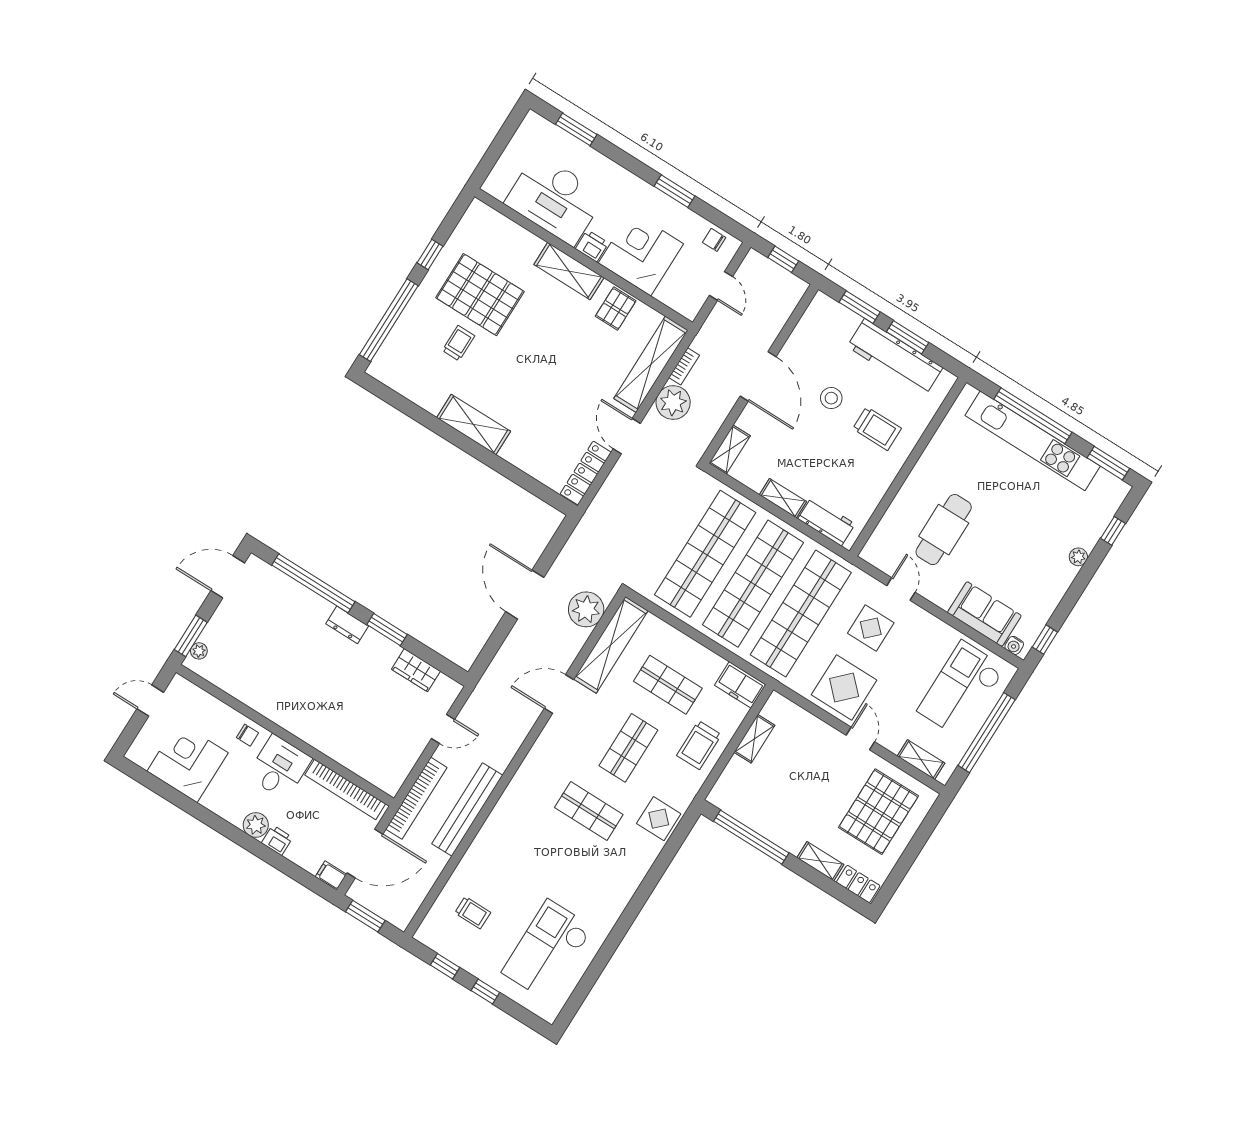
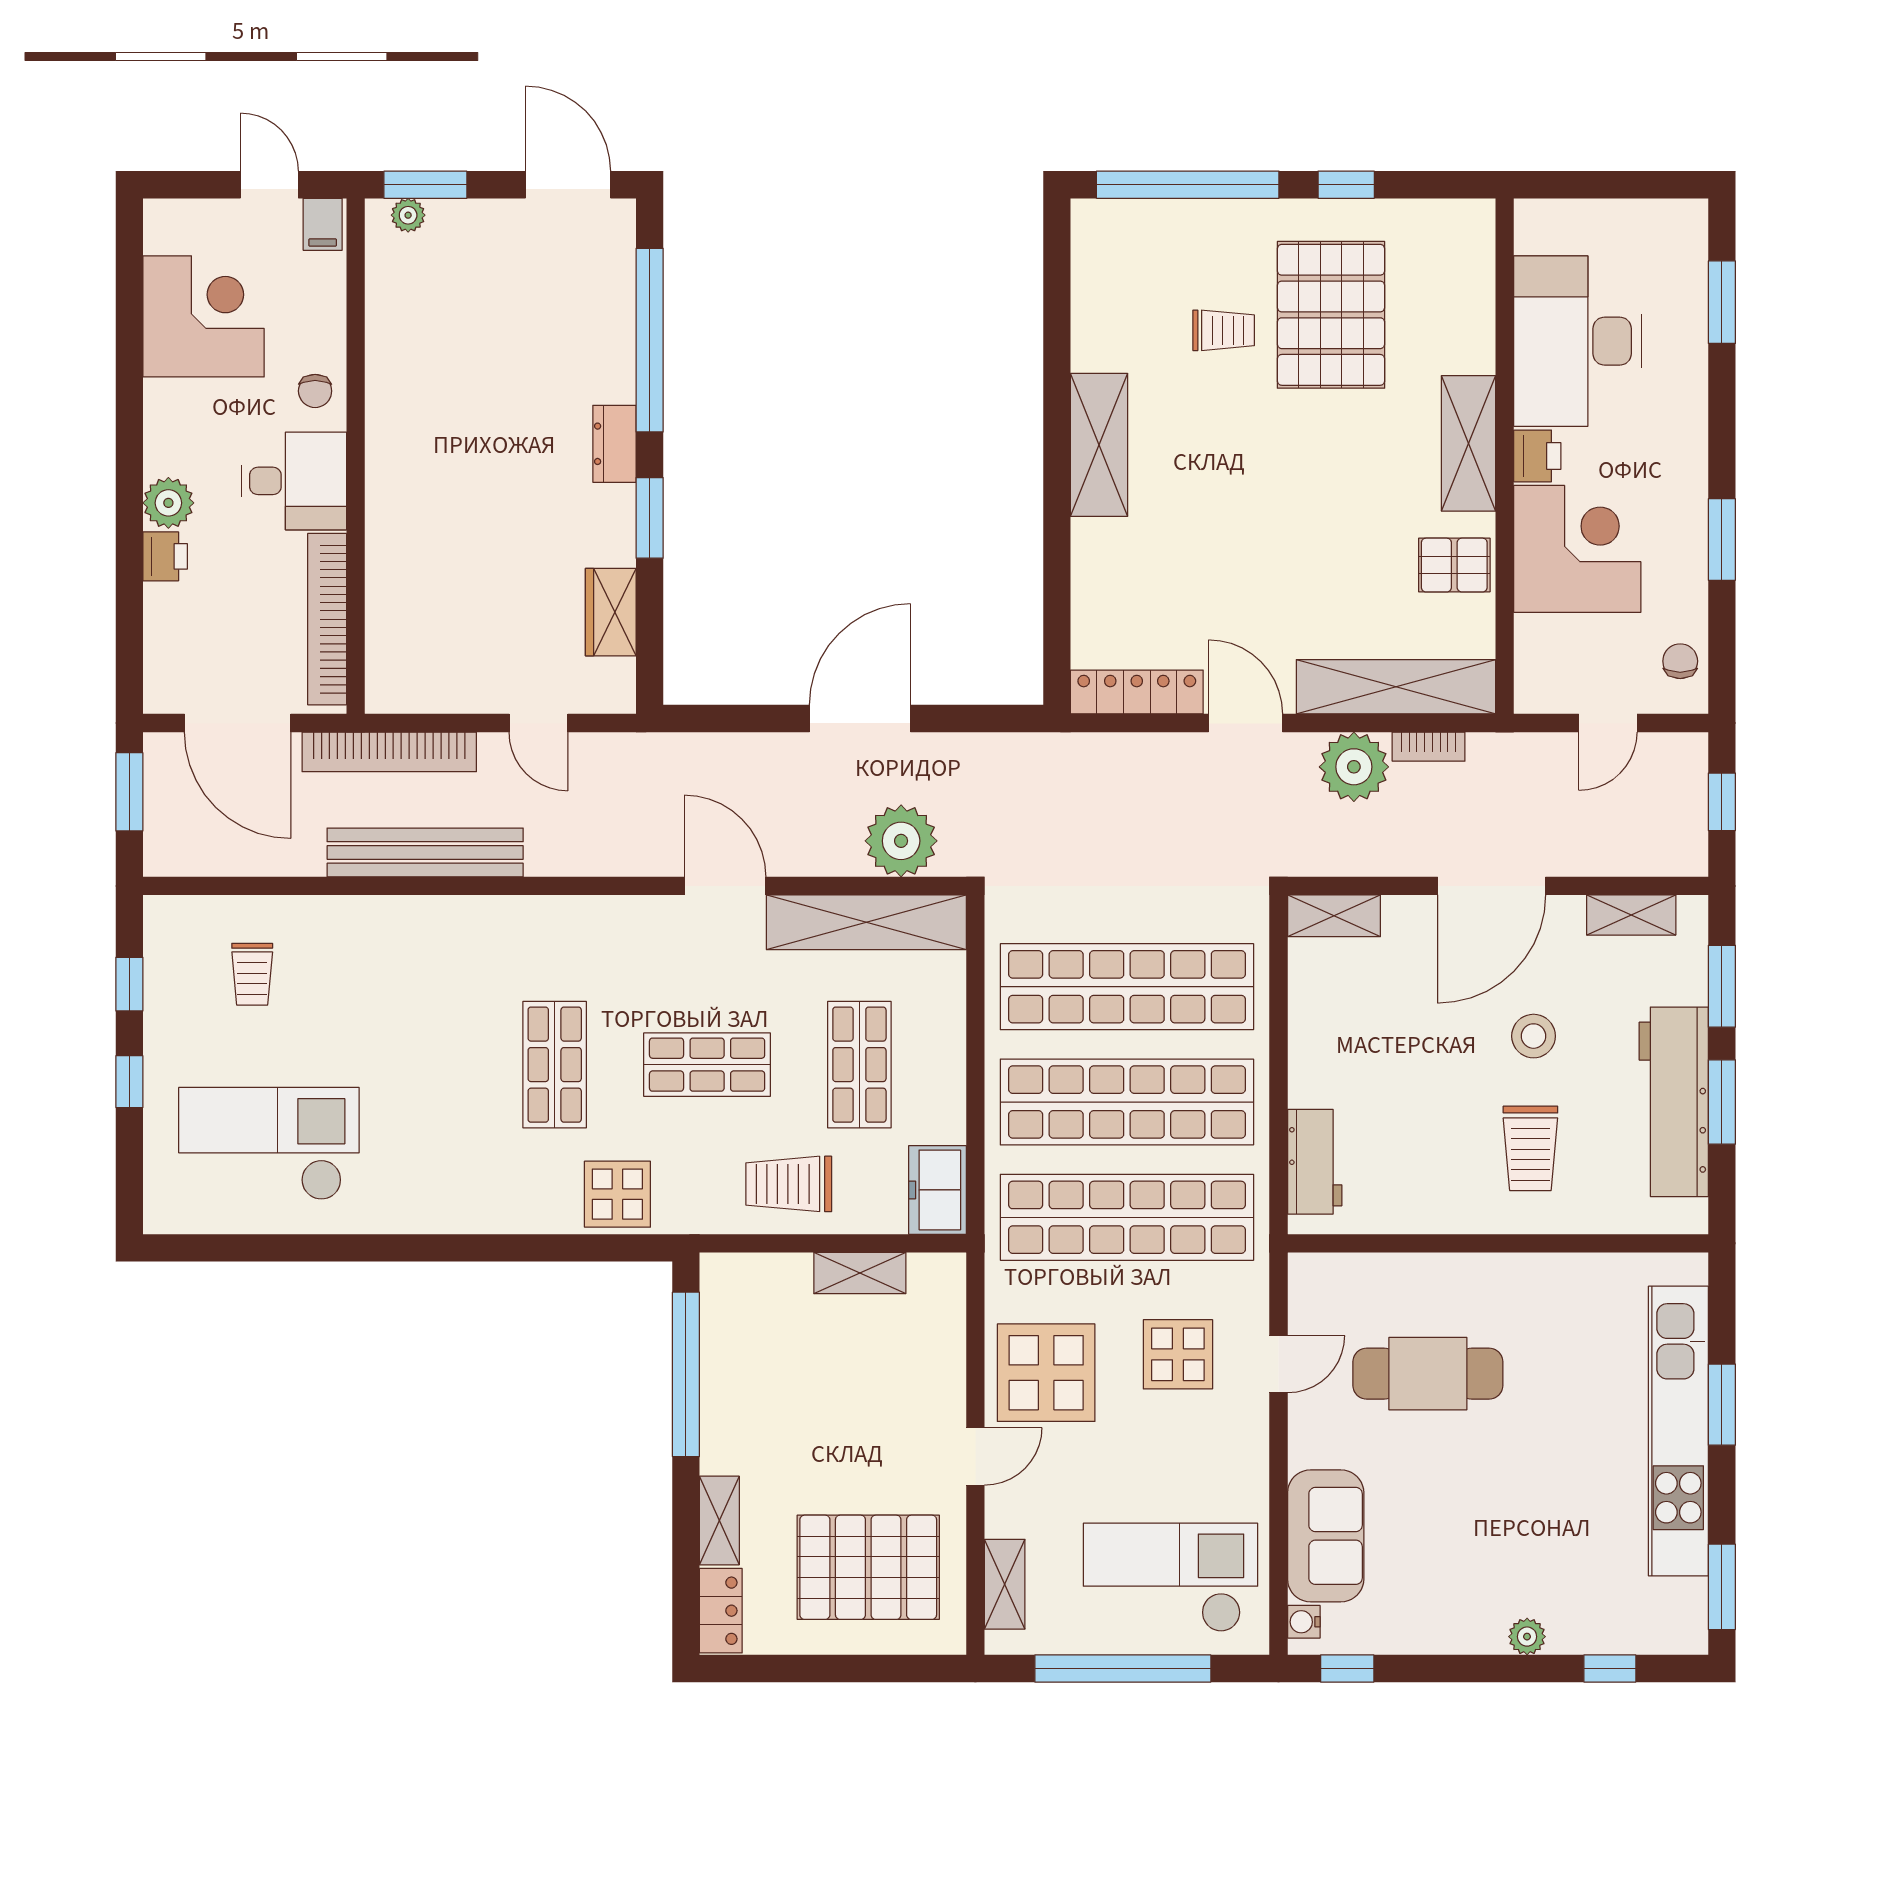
window: (1033, 416) -> (1722, 1405), width x0.47
door: (627, 436) -> (1246, 723), hinge flipped
shelving: (783, 498) -> (1631, 915), moved, turned 90
filing cabinet: (331, 876) -> (323, 224), moved, turned 180

